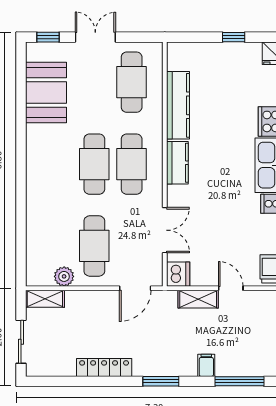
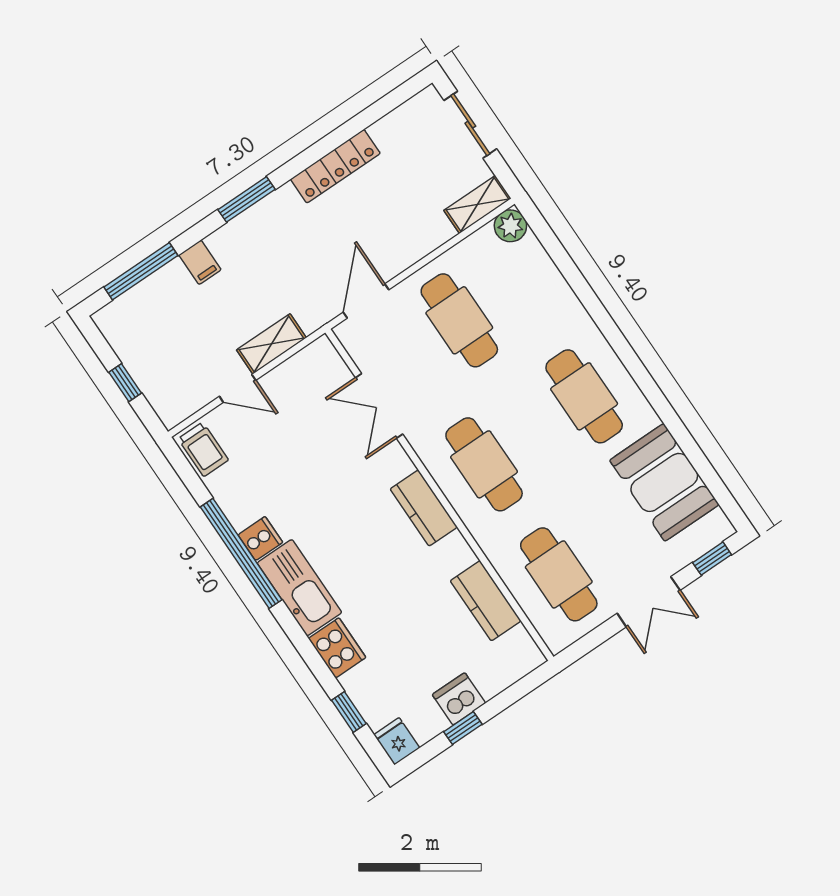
kitchen counter: (178, 105) -> (486, 601), width x0.67
cafe table: (94, 164) -> (584, 396), moved
dishwasher: (178, 274) -> (459, 699), moved, turned 90
plant: (64, 276) -> (510, 226), moved

